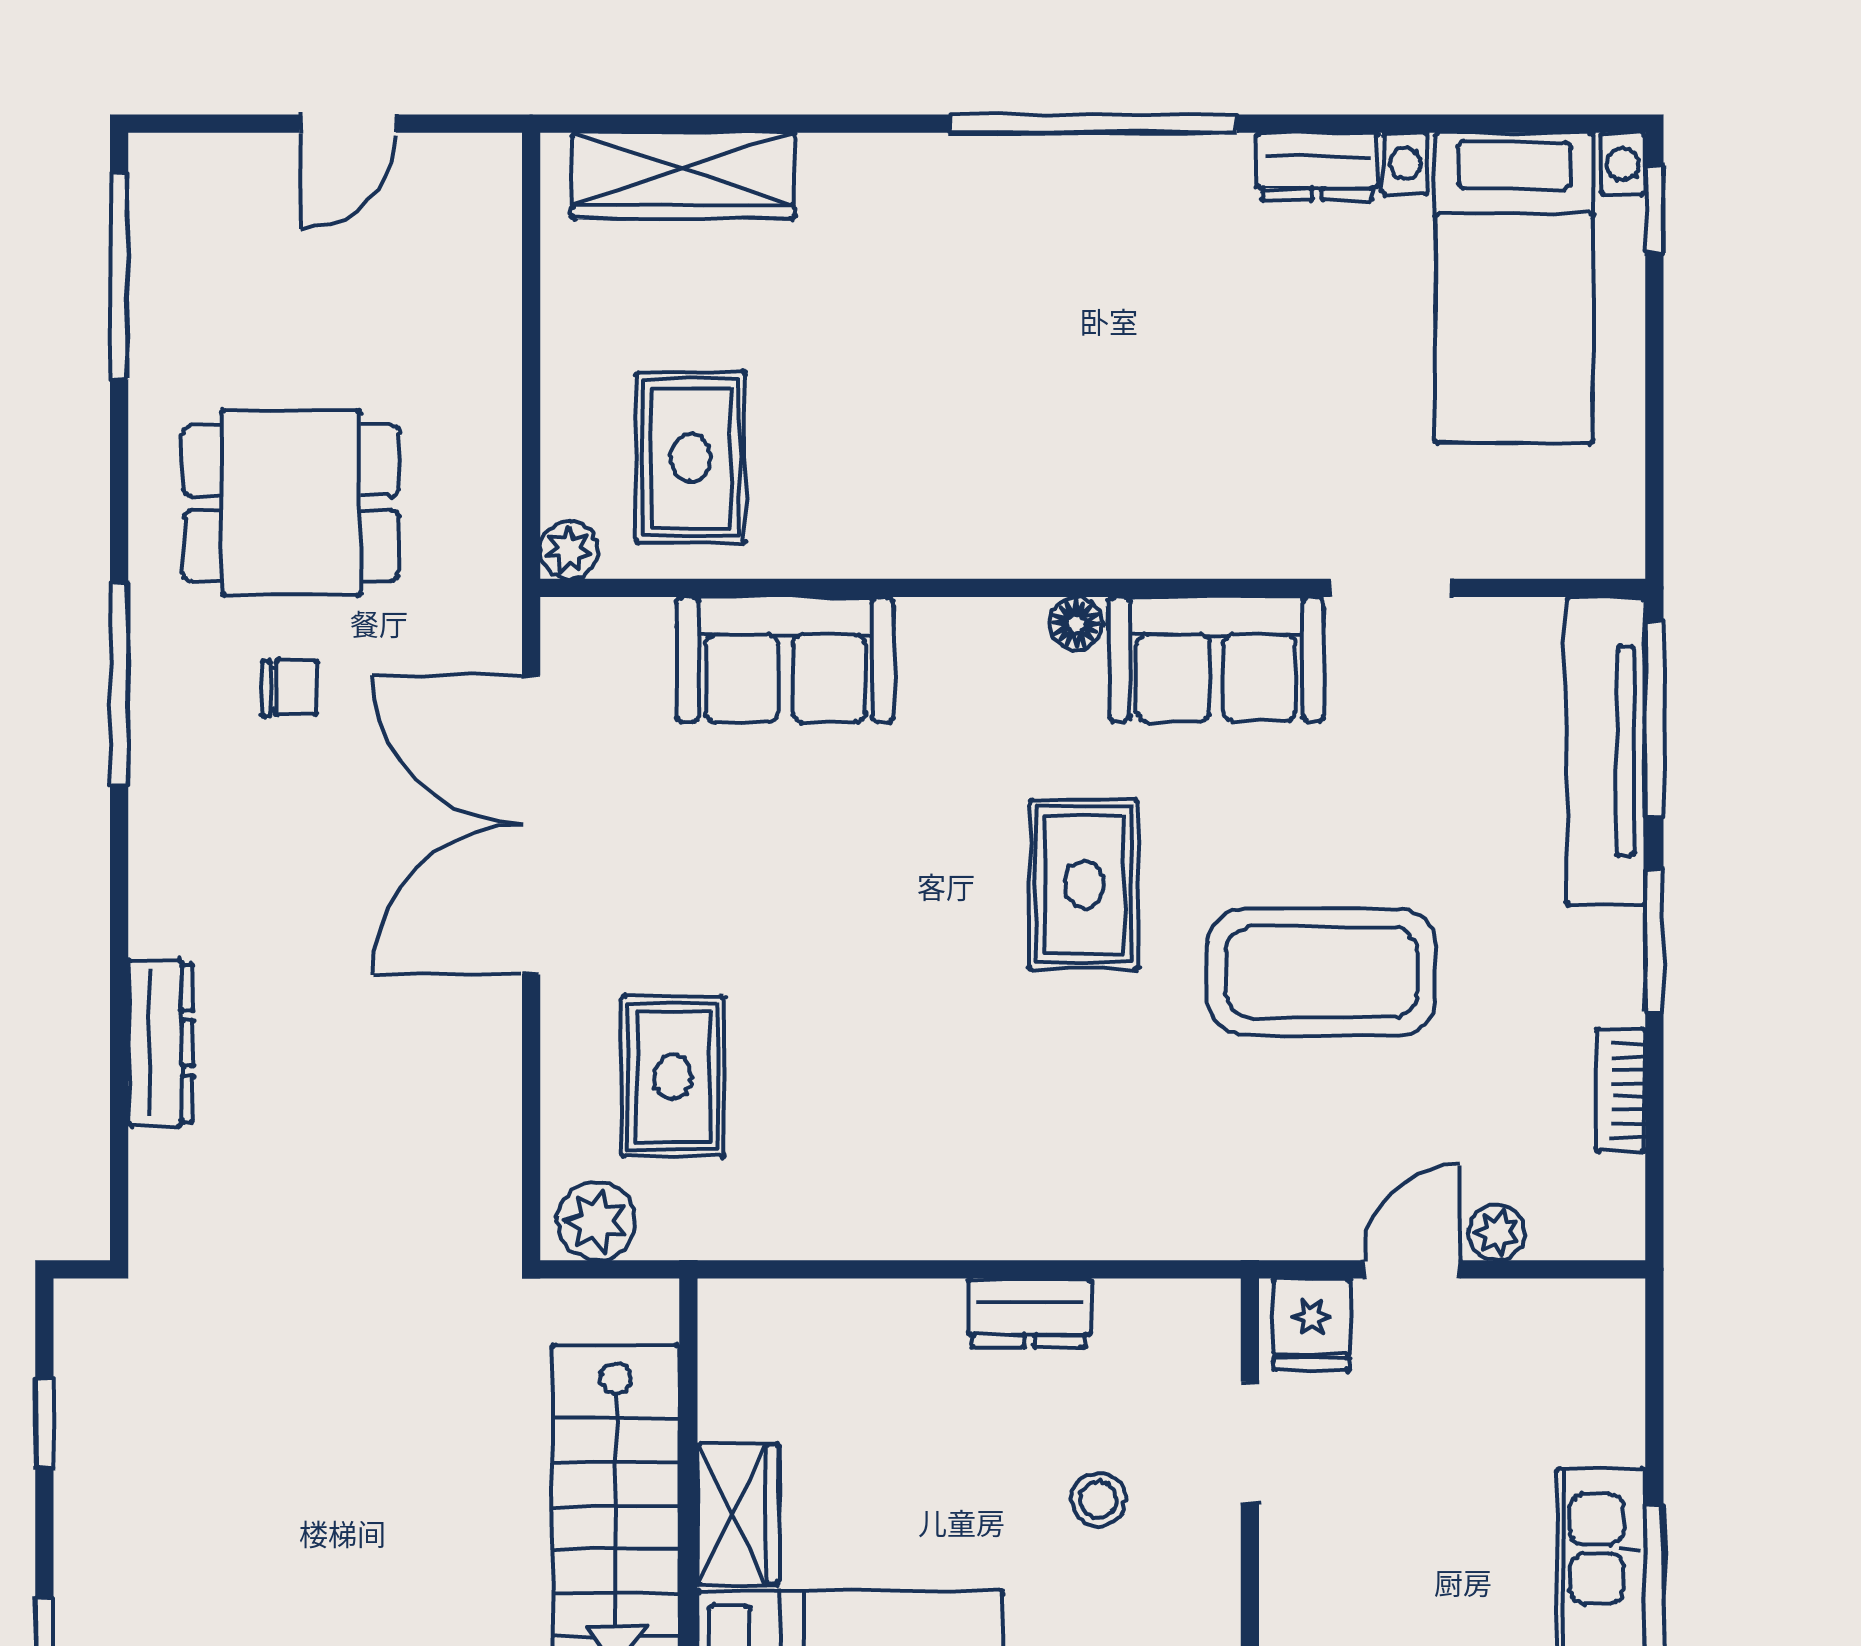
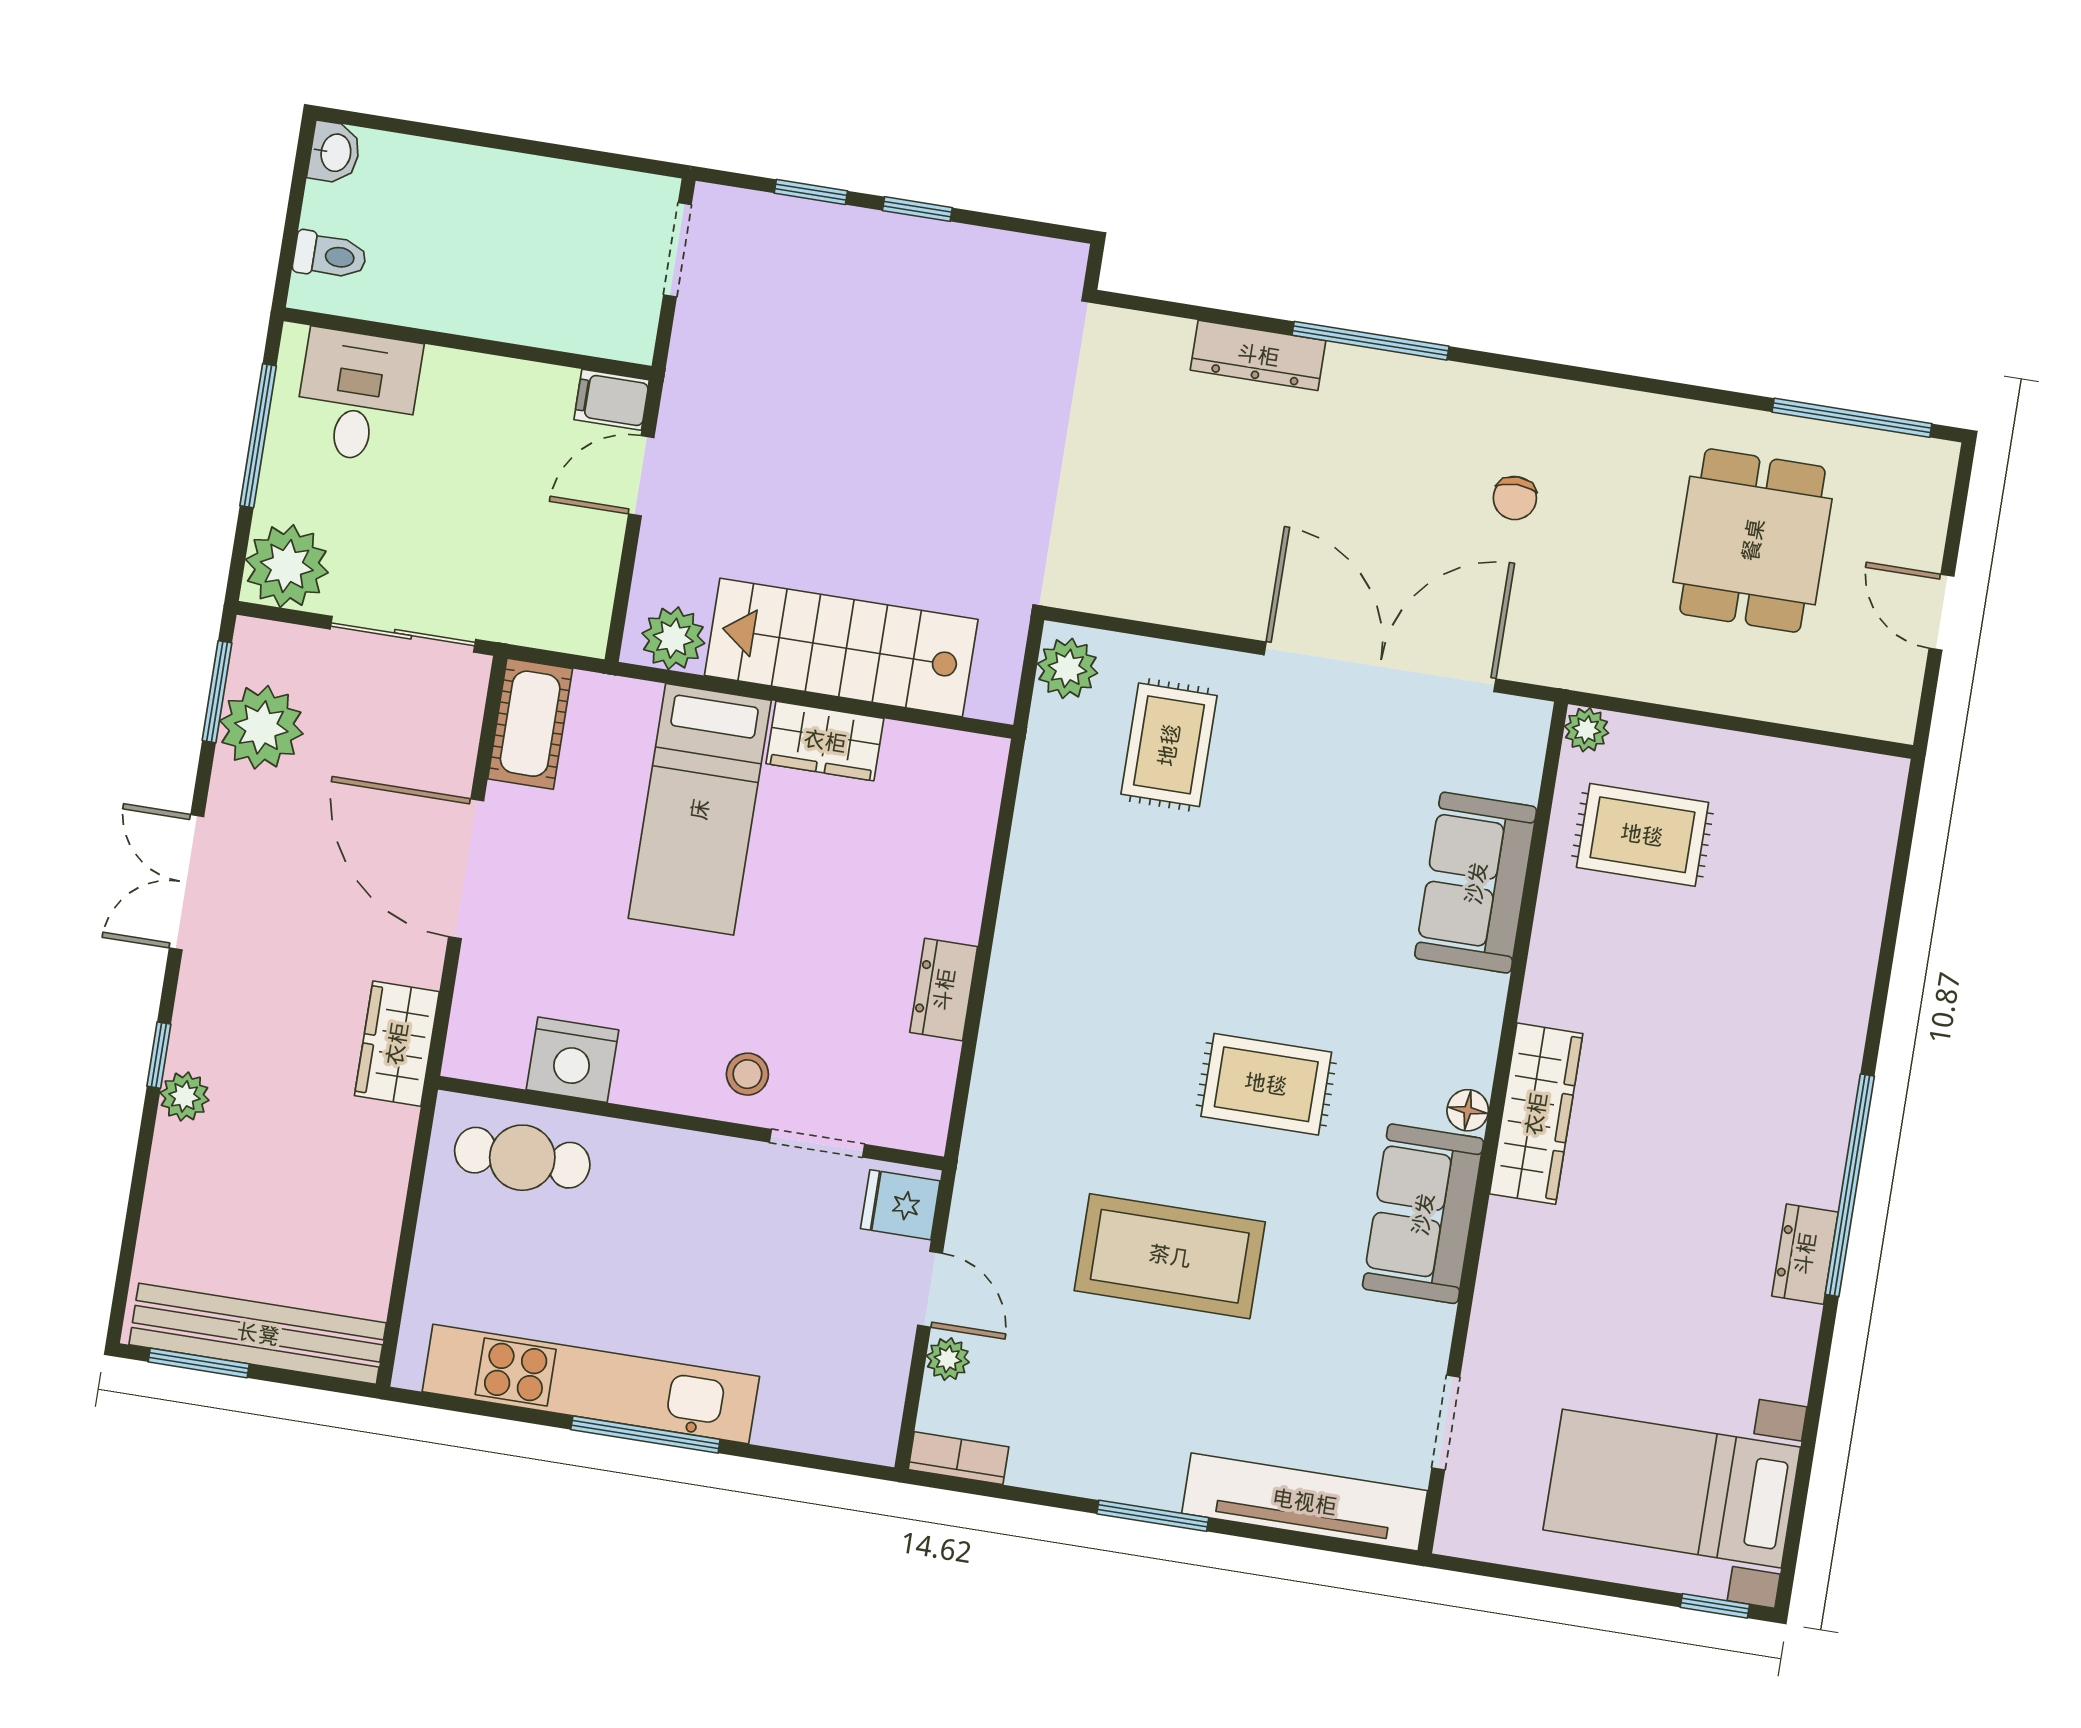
dresser: (1317, 166) -> (1805, 1254), moved
wardrobe: (683, 176) -> (1536, 1114), moved, turned 180
dining table: (291, 503) -> (1753, 540), moved
doorway: (1391, 588) -> (1446, 1422), moved
window: (119, 684) -> (1371, 341), moved
window: (1654, 719) -> (1323, 1543), removed
coffee table: (1322, 972) -> (1170, 1256), turned 90
rug: (673, 1077) -> (1169, 745), turned 90
bookcase: (1621, 1090) -> (959, 1458), moved
window: (44, 1424) -> (917, 209), moved
stool: (1098, 1500) -> (747, 1074), moved

